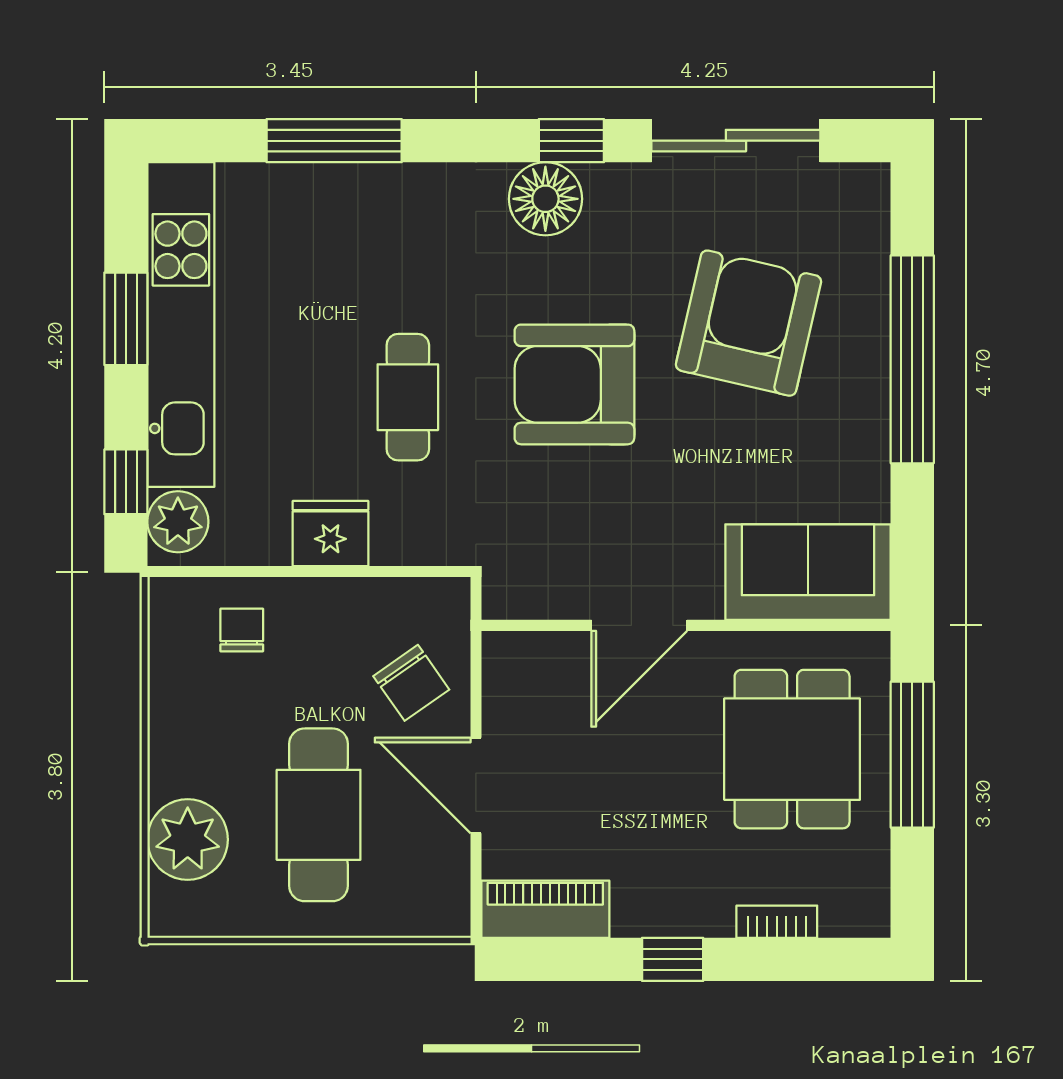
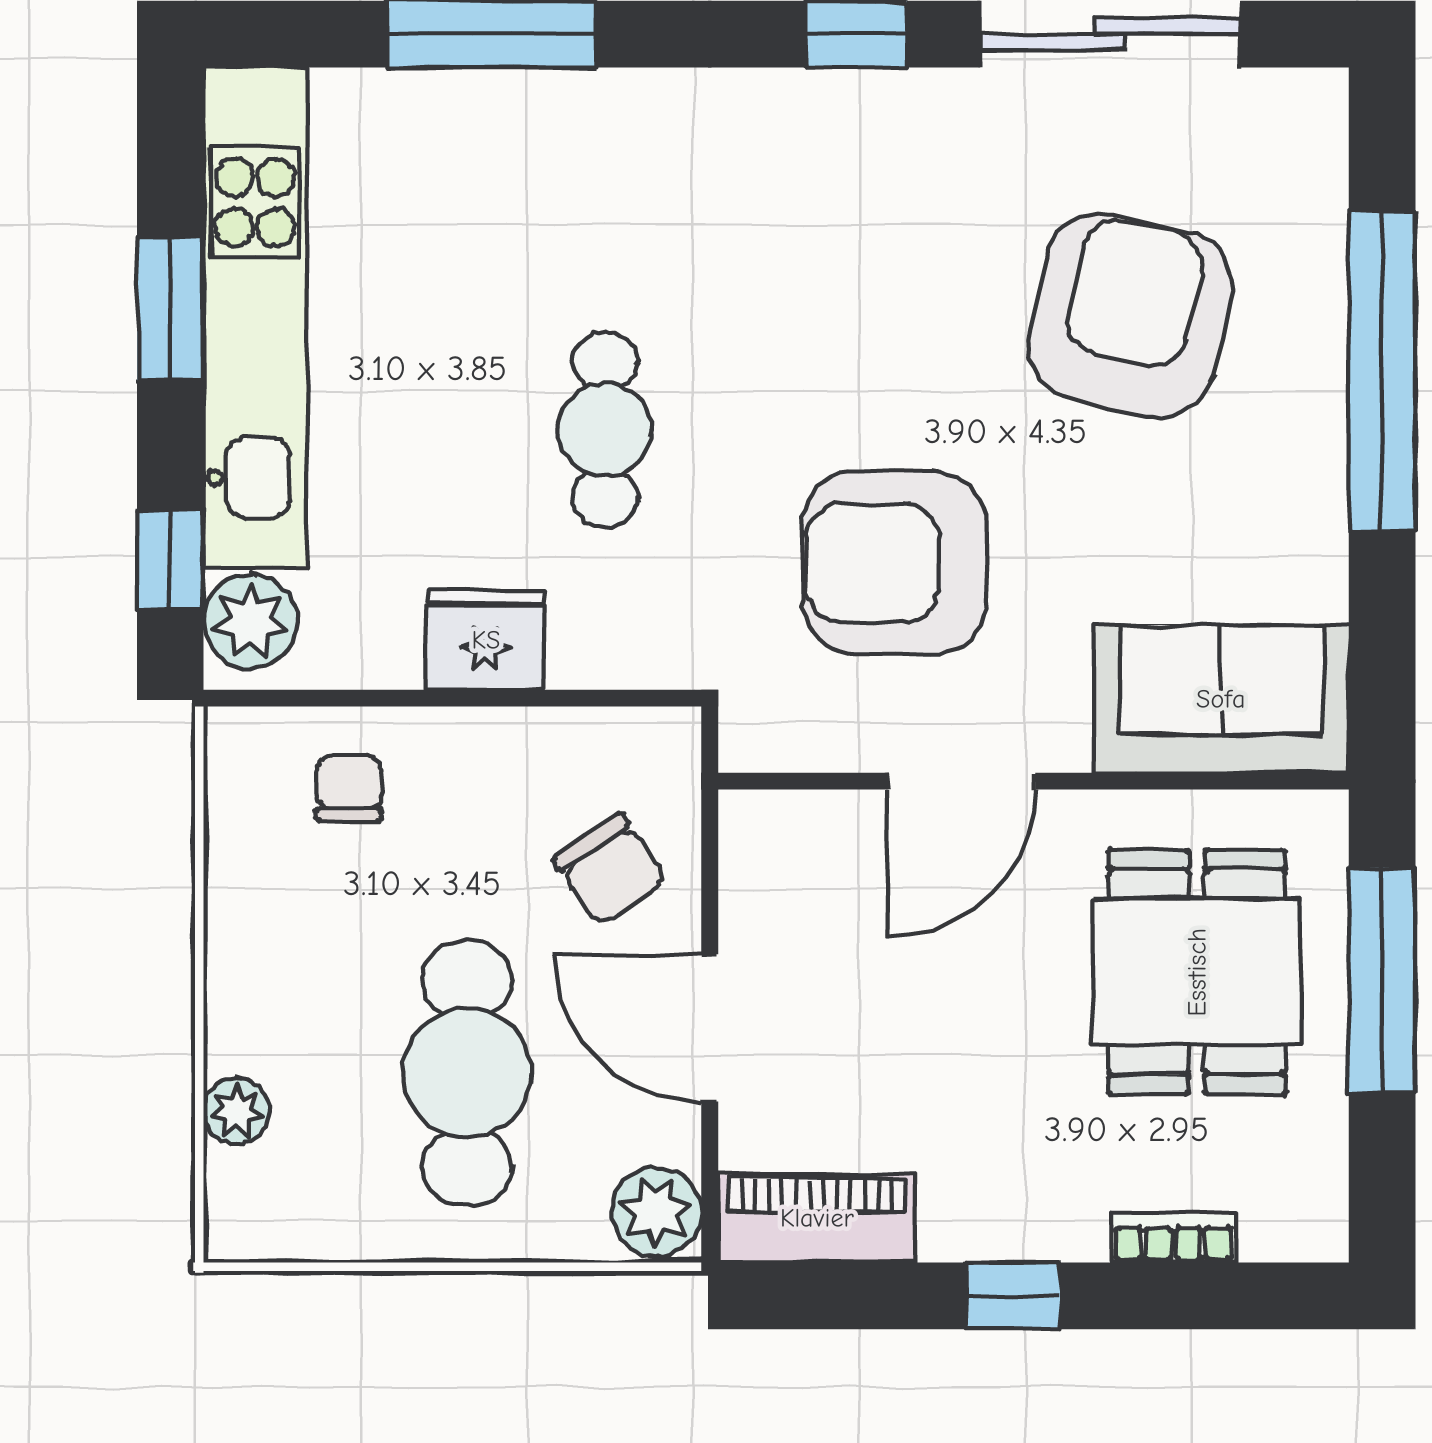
floor lamp: (545, 199) -> (817, 124), removed
armchair: (574, 384) -> (895, 563), moved
plant: (188, 840) -> (237, 1111), width x0.53, depth x0.53
plant: (441, 905) -> (656, 1212), added

